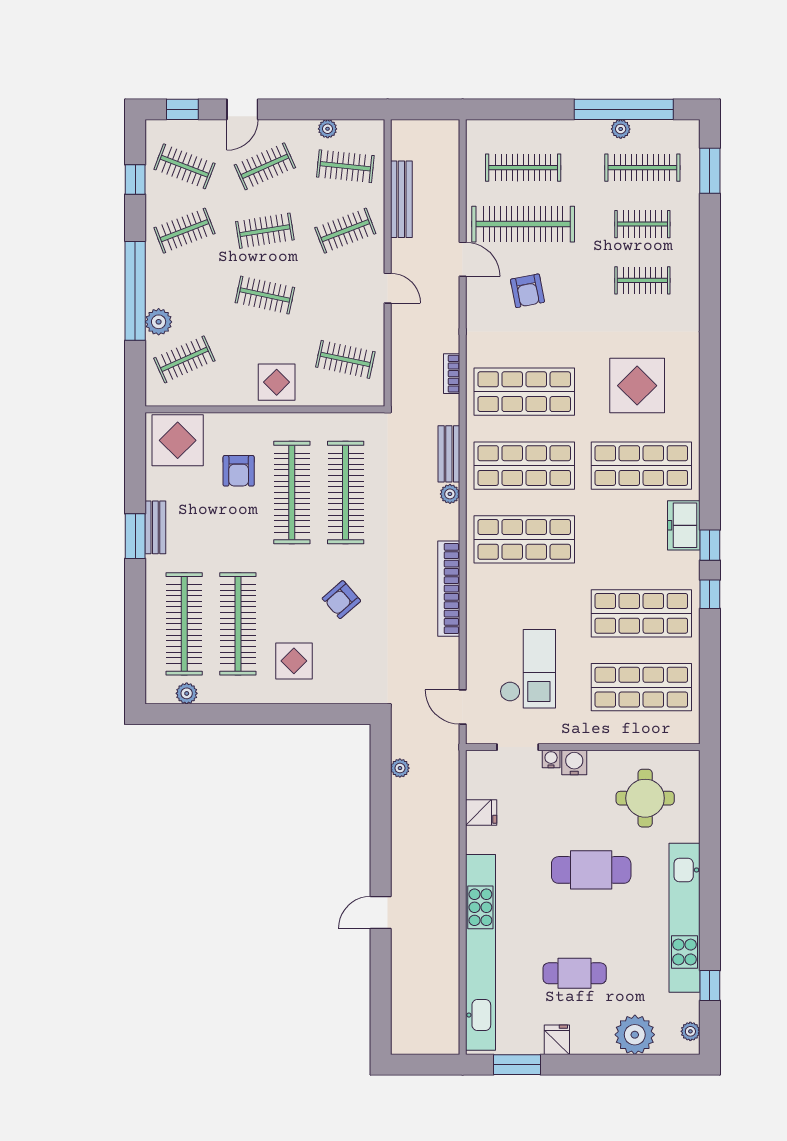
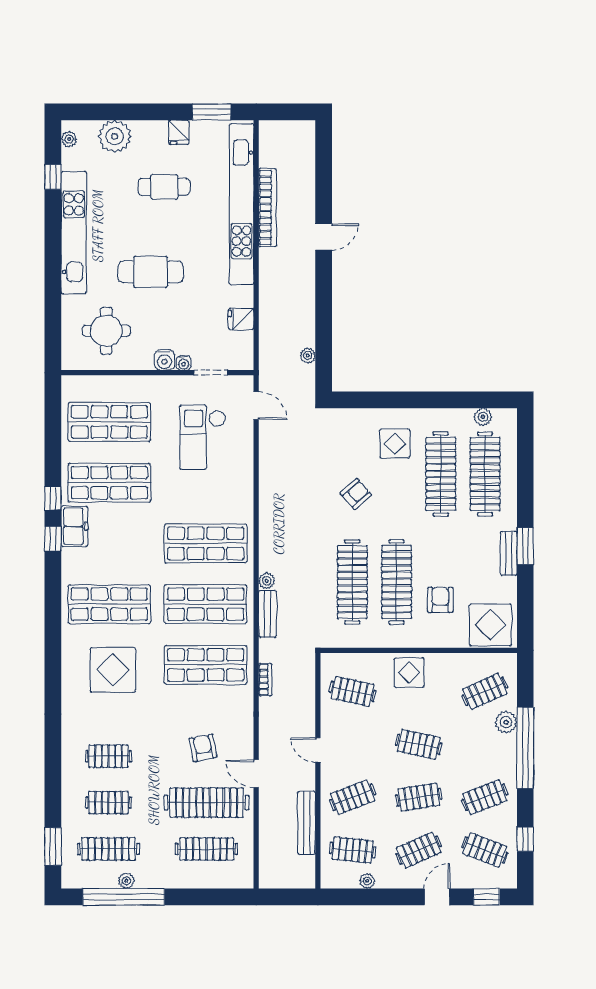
freezer: (684, 525) -> (74, 526), moved
bookcase: (449, 589) -> (268, 207), moved

